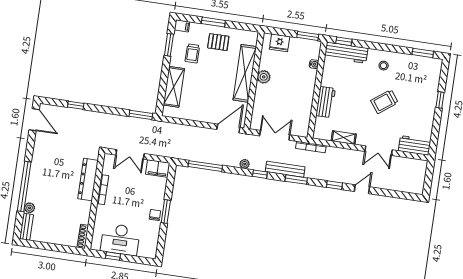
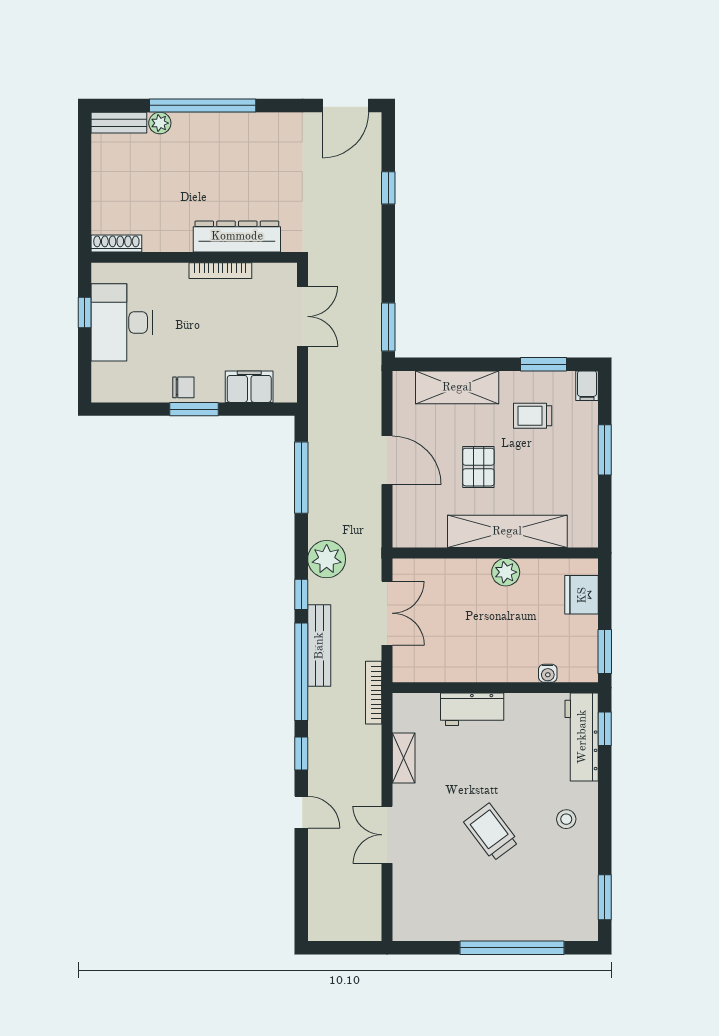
pallet: (218, 42) -> (478, 467), moved
window: (440, 100) -> (512, 948), width x3.17
door: (228, 128) -> (387, 460), moved
workbench: (415, 145) -> (409, 909), removed
double door: (130, 154) -> (302, 316), swing flipped
plant: (245, 164) -> (327, 559), width x1.88, depth x1.88
filing cabinet: (158, 169) -> (249, 387), moved, turned 90
window: (296, 180) -> (301, 672), width x2.11

